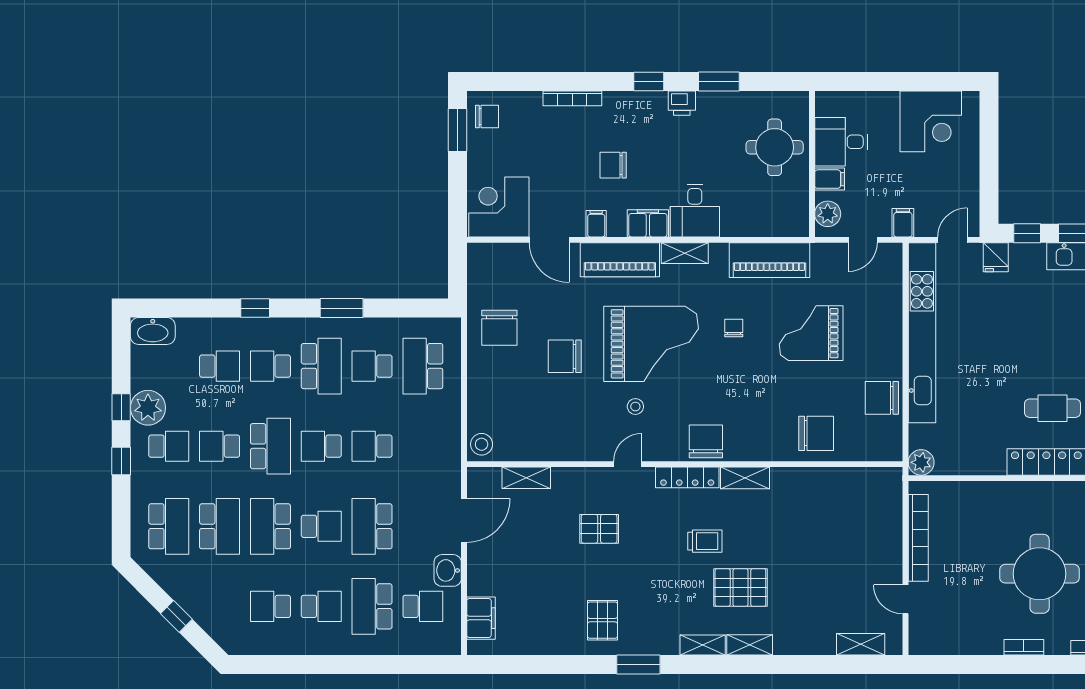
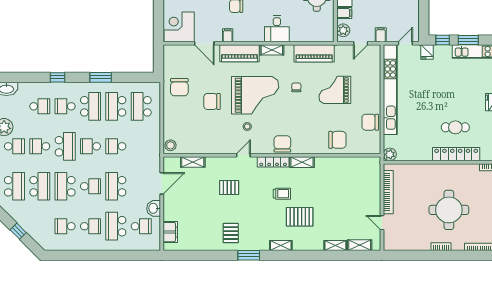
filing cabinet: (648, 223) -> (253, 35), removed
school desk: (372, 366) -> (116, 106), width x1.85
shelving: (750, 645) -> (335, 245), moved

